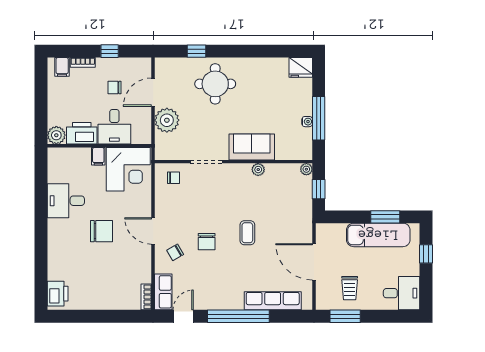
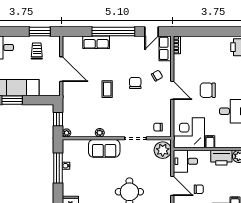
door: (153, 92) -> (172, 186), hinge flipped
plant: (167, 120) -> (163, 150), moved
desk: (114, 127) -> (185, 161), moved, turned -90
row of seats: (273, 301) -> (96, 42), width x0.68

